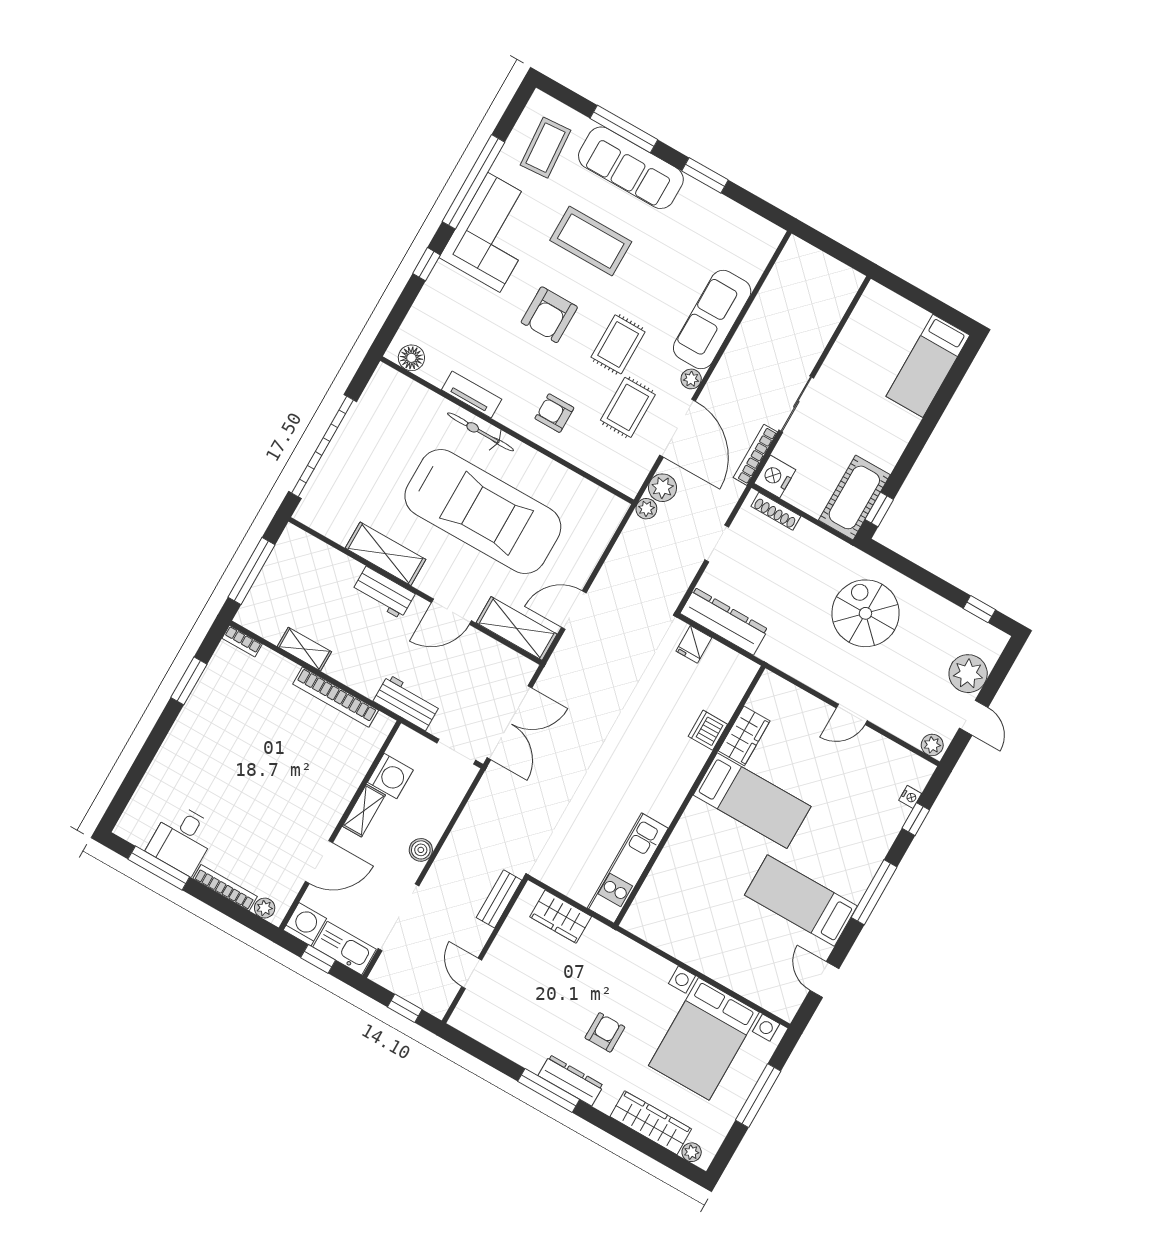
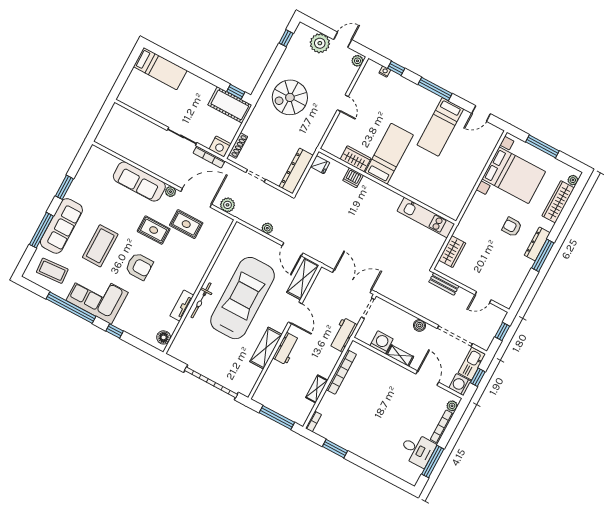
armchair: (554, 413) -> (190, 262), removed
plant: (646, 509) -> (267, 228), moved
fridge: (694, 644) -> (320, 165), moved

